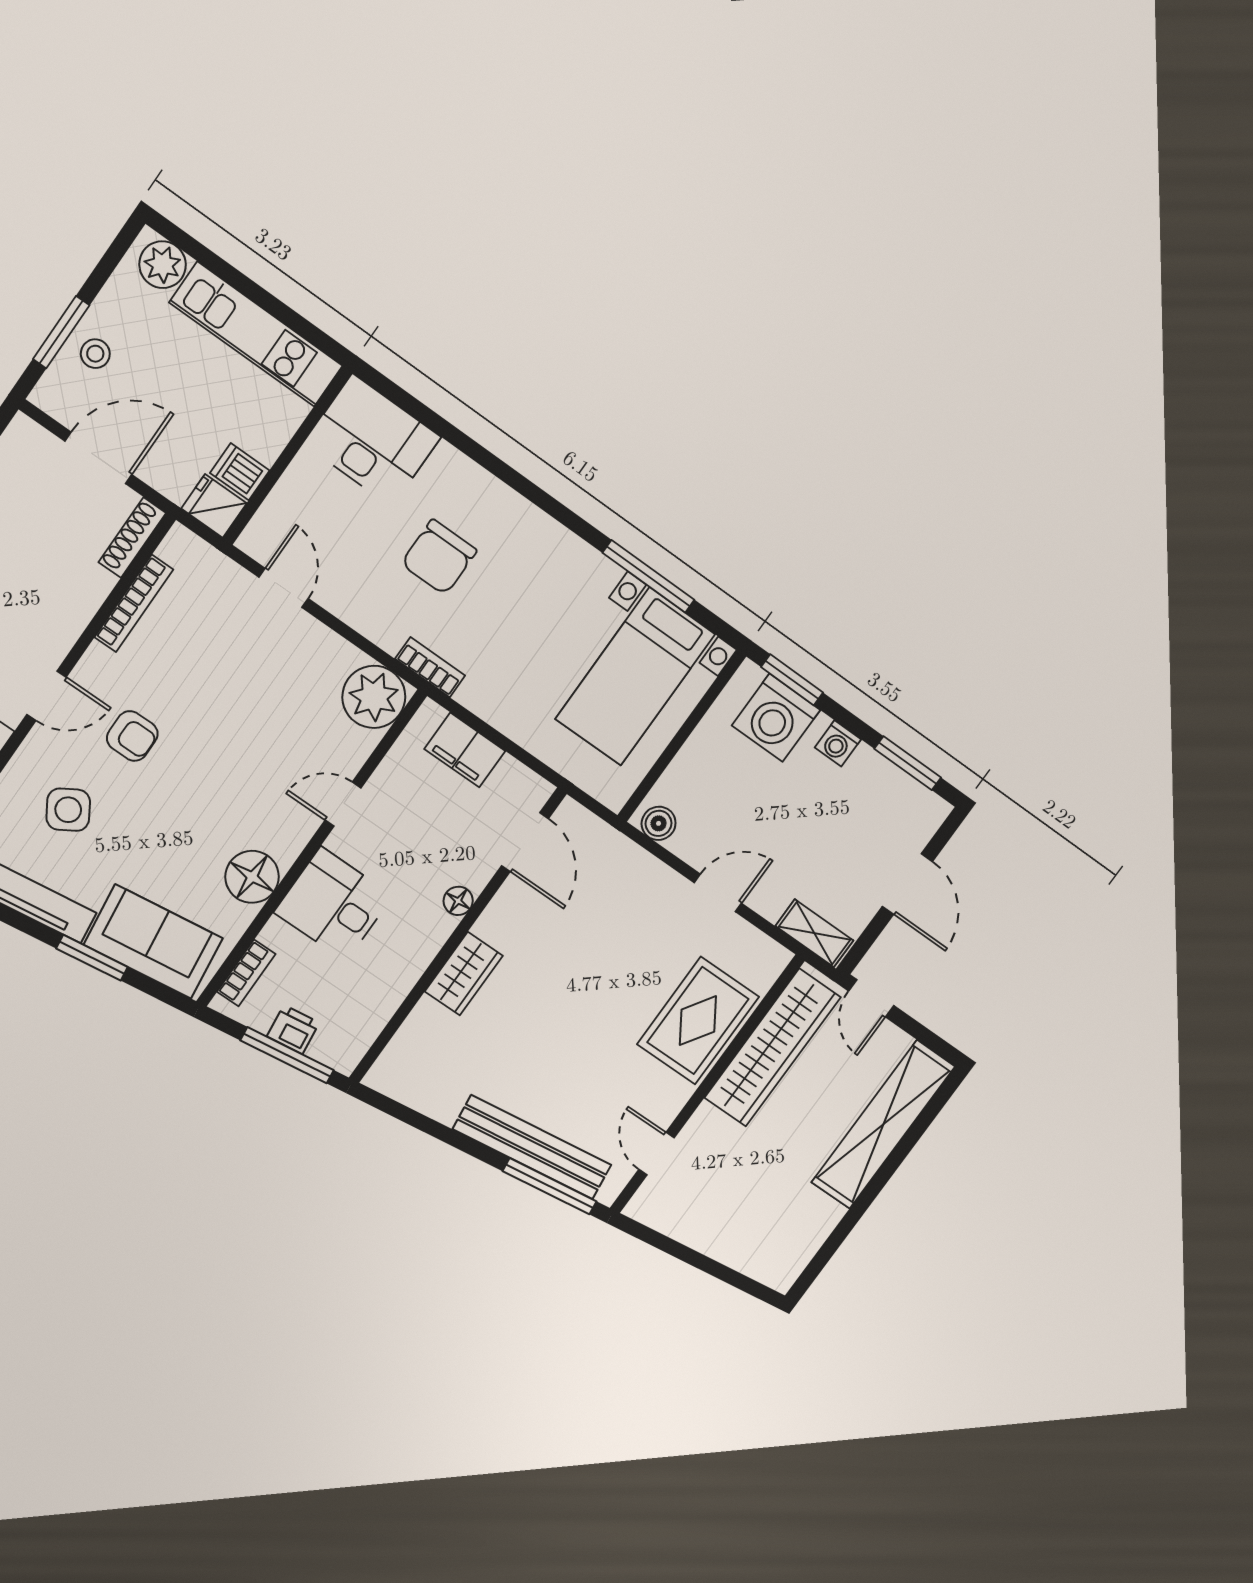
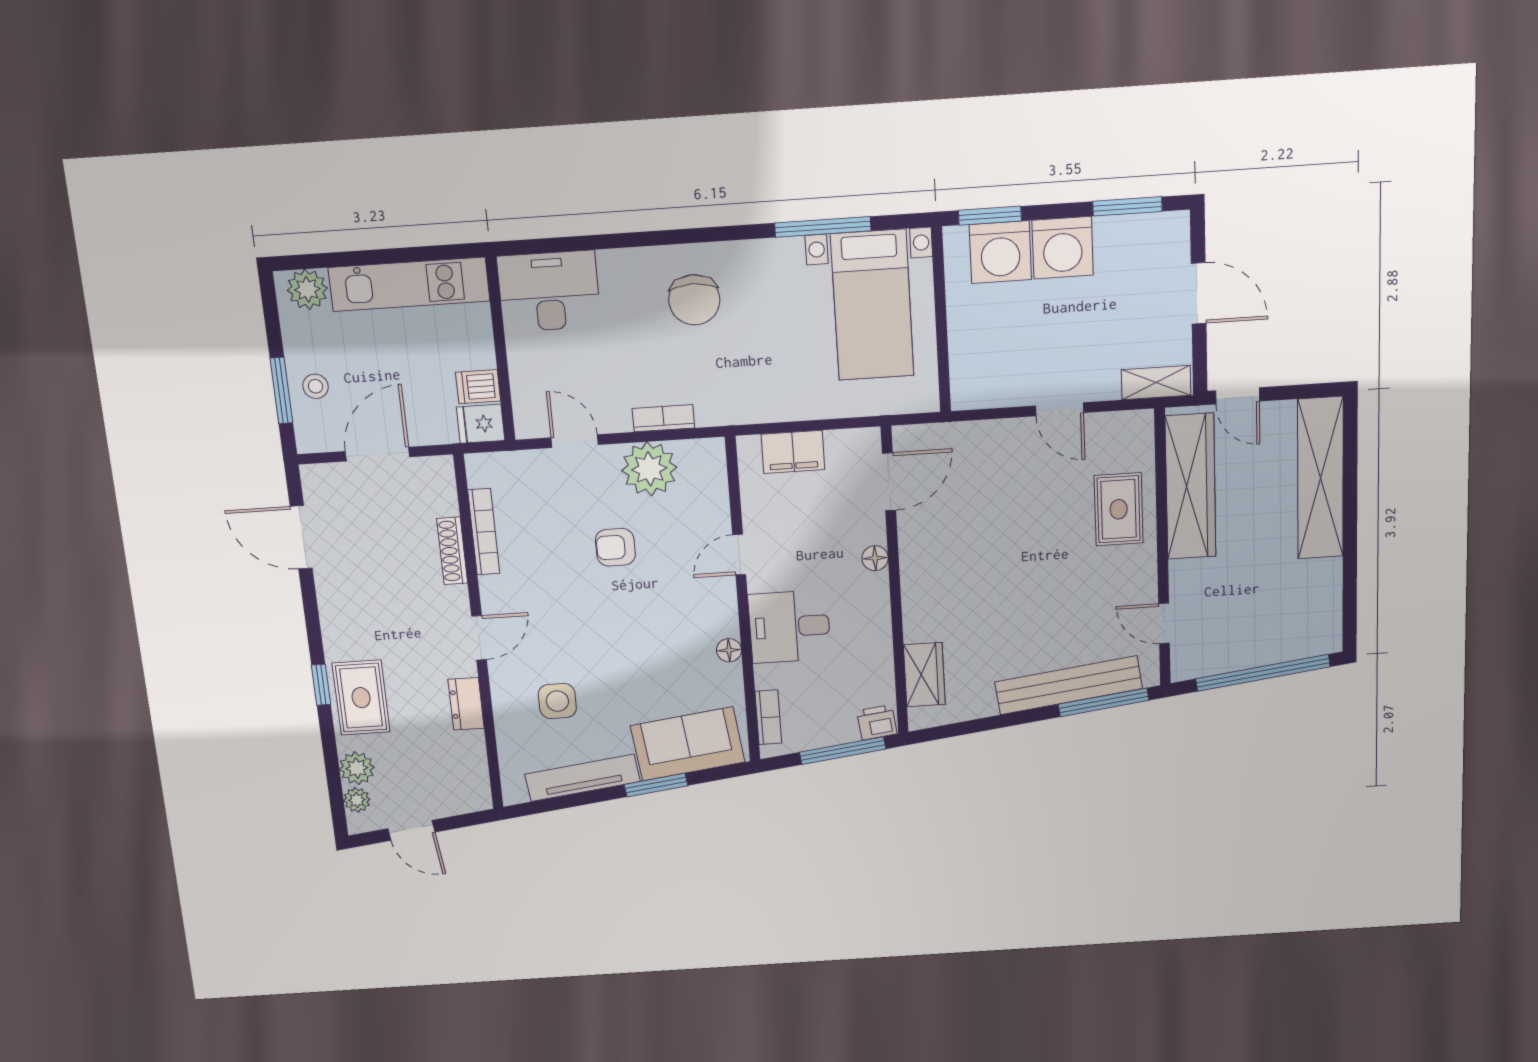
shoe rack: (132, 538) -> (452, 551), moved
chair: (439, 557) -> (694, 300), moved
bookcase: (430, 667) -> (663, 418), moved
plant: (374, 697) -> (649, 469), moved
armchair: (132, 736) -> (615, 547), moved, turned 180
washing machine: (838, 743) -> (1063, 248), width x1.89, depth x1.89
side table: (68, 810) -> (557, 701), turned 31
boiler: (659, 823) -> (975, 394), removed
door: (525, 842) -> (889, 482), hinge flipped
floor lamp: (252, 877) -> (729, 650), width x0.53, depth x0.53
door: (718, 893) -> (1060, 409), swing flipped
wardrobe: (464, 974) -> (924, 675), moved
rug: (698, 1021) -> (1119, 509), width x0.73, depth x0.70
printer: (293, 1030) -> (877, 722), moved
window: (704, 1263) -> (1263, 673), added

